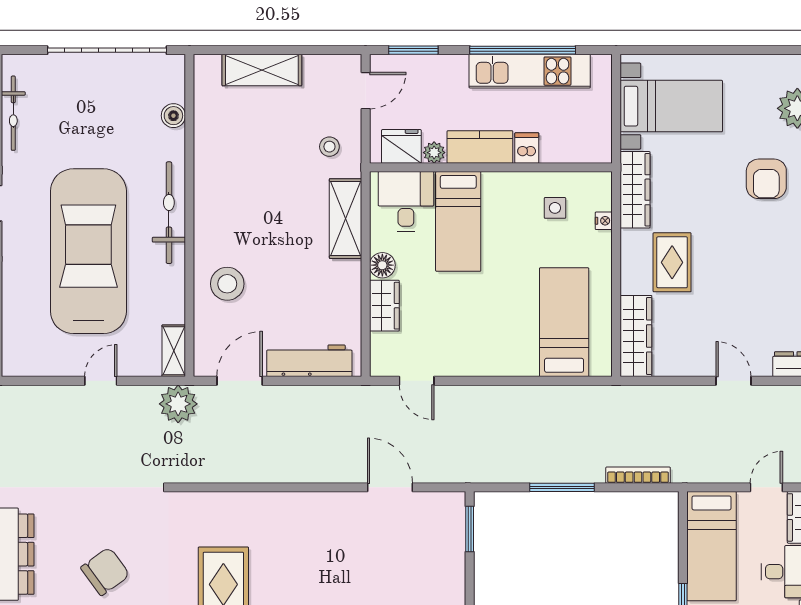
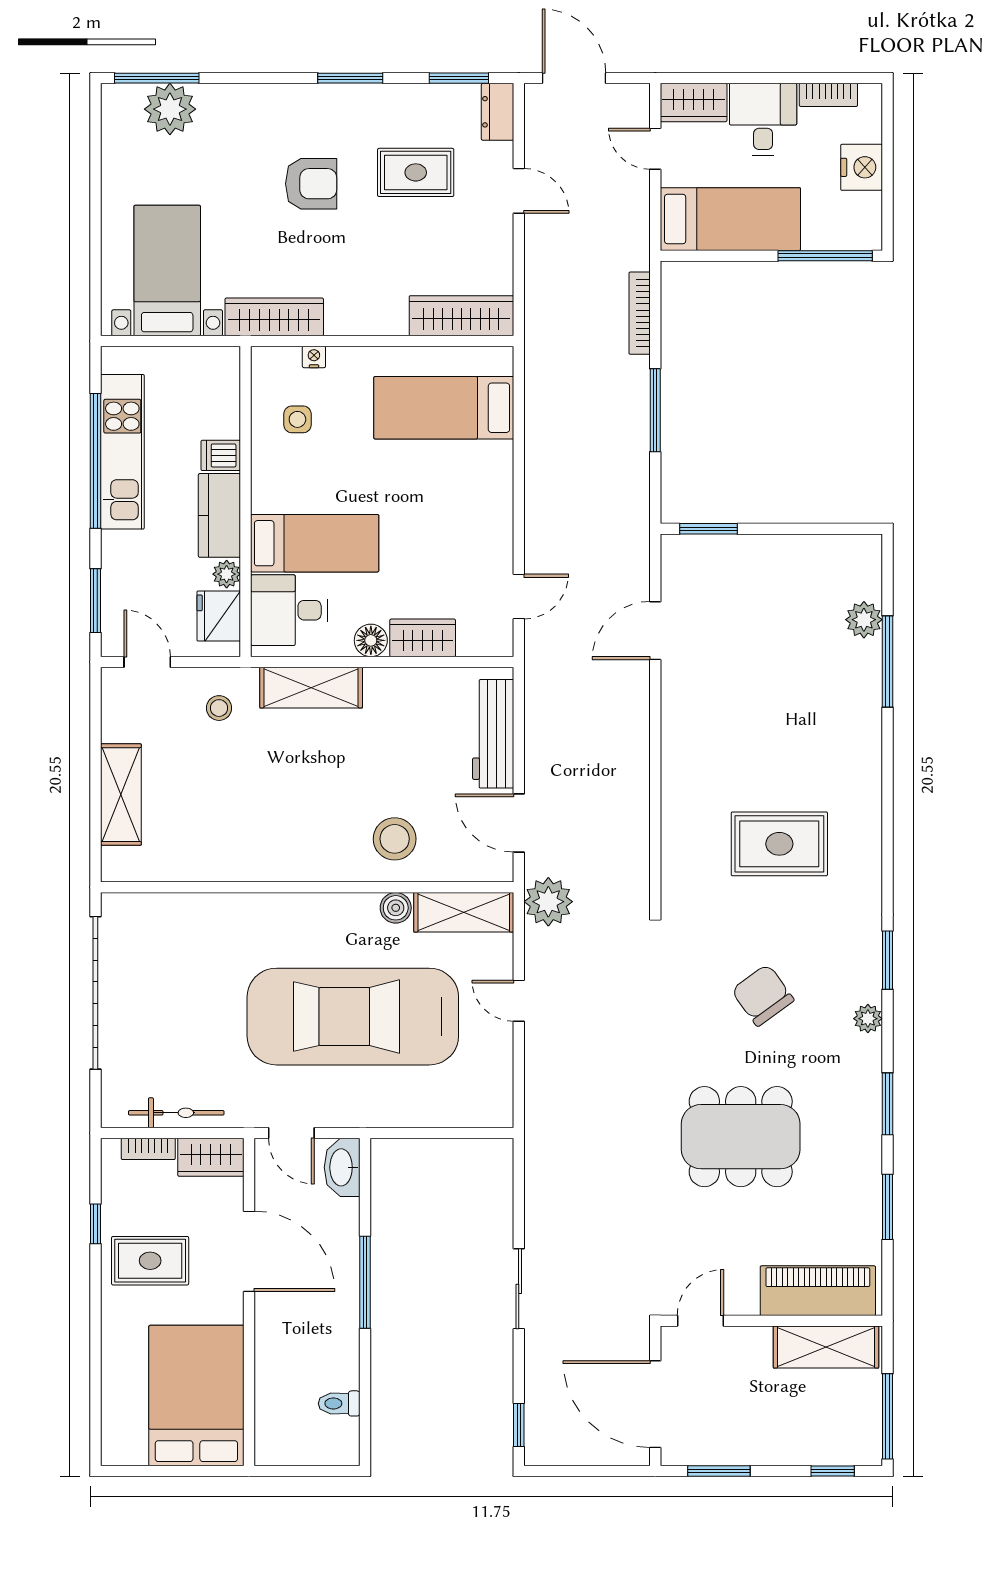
boiler: (173, 116) -> (396, 908), moved
armchair: (766, 179) -> (311, 184), moved
bicycle: (169, 213) -> (304, 914), removed
rug: (672, 262) -> (416, 172), moved
shelving: (174, 351) -> (464, 912), width x1.50, depth x1.33
door: (733, 381) -> (519, 191), swing flipped

